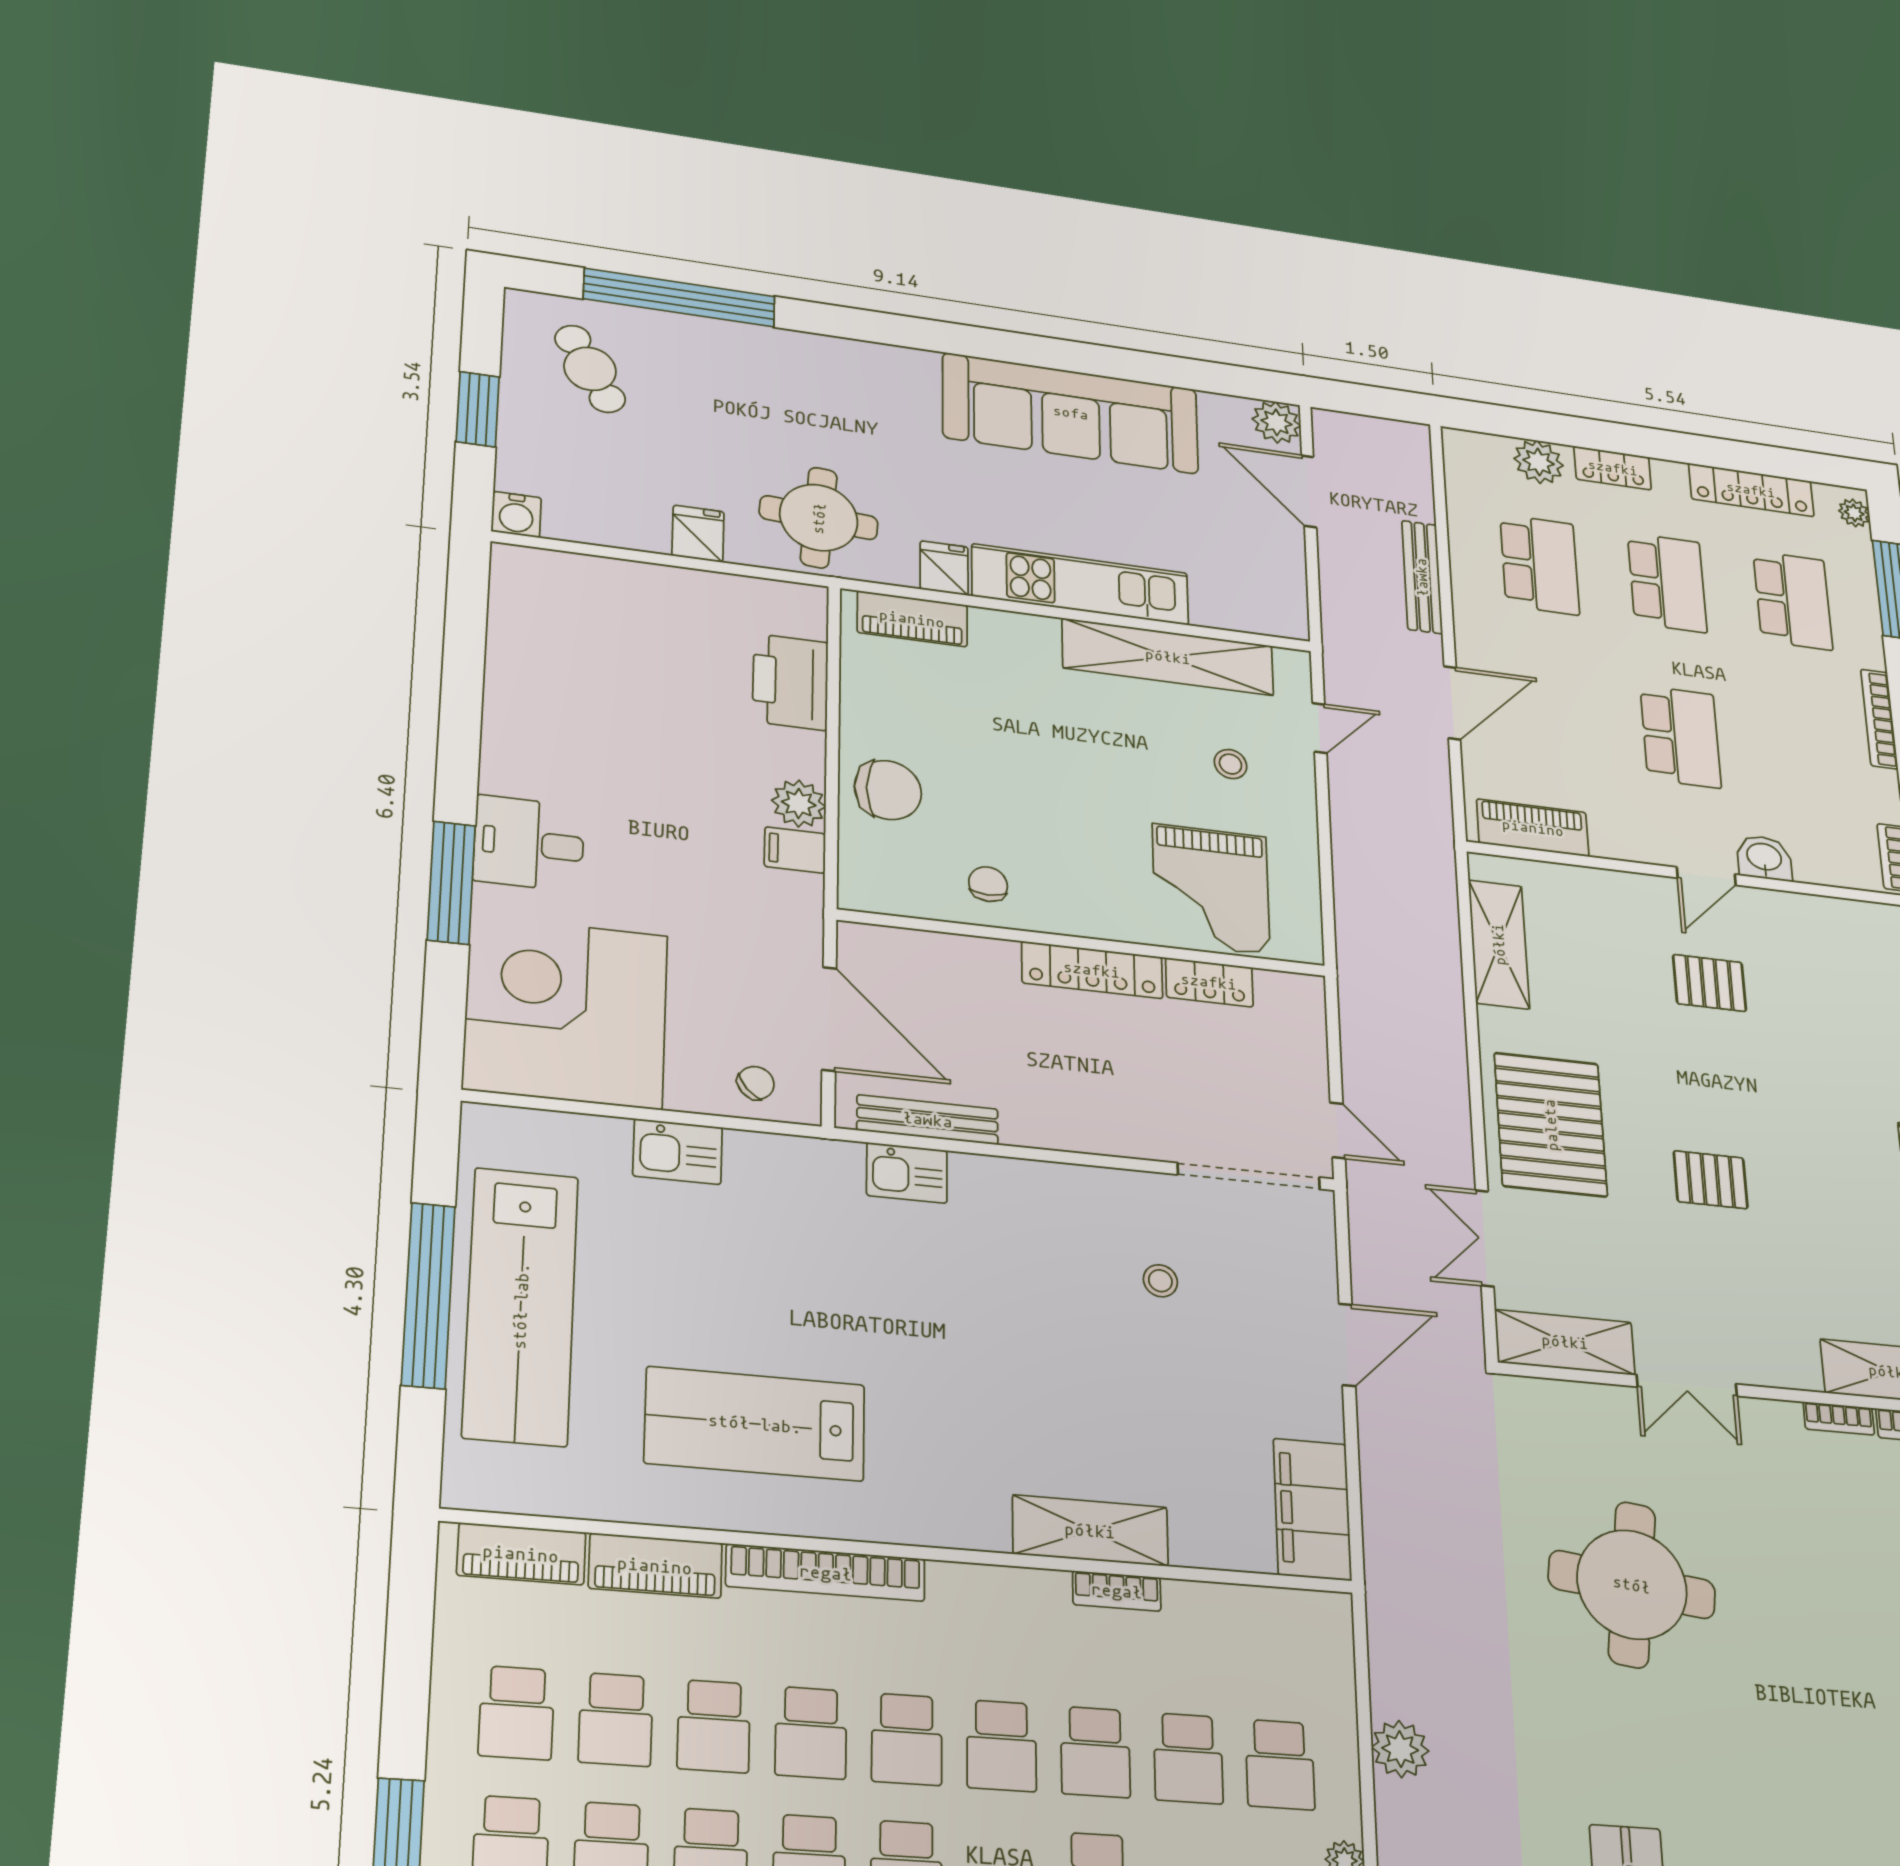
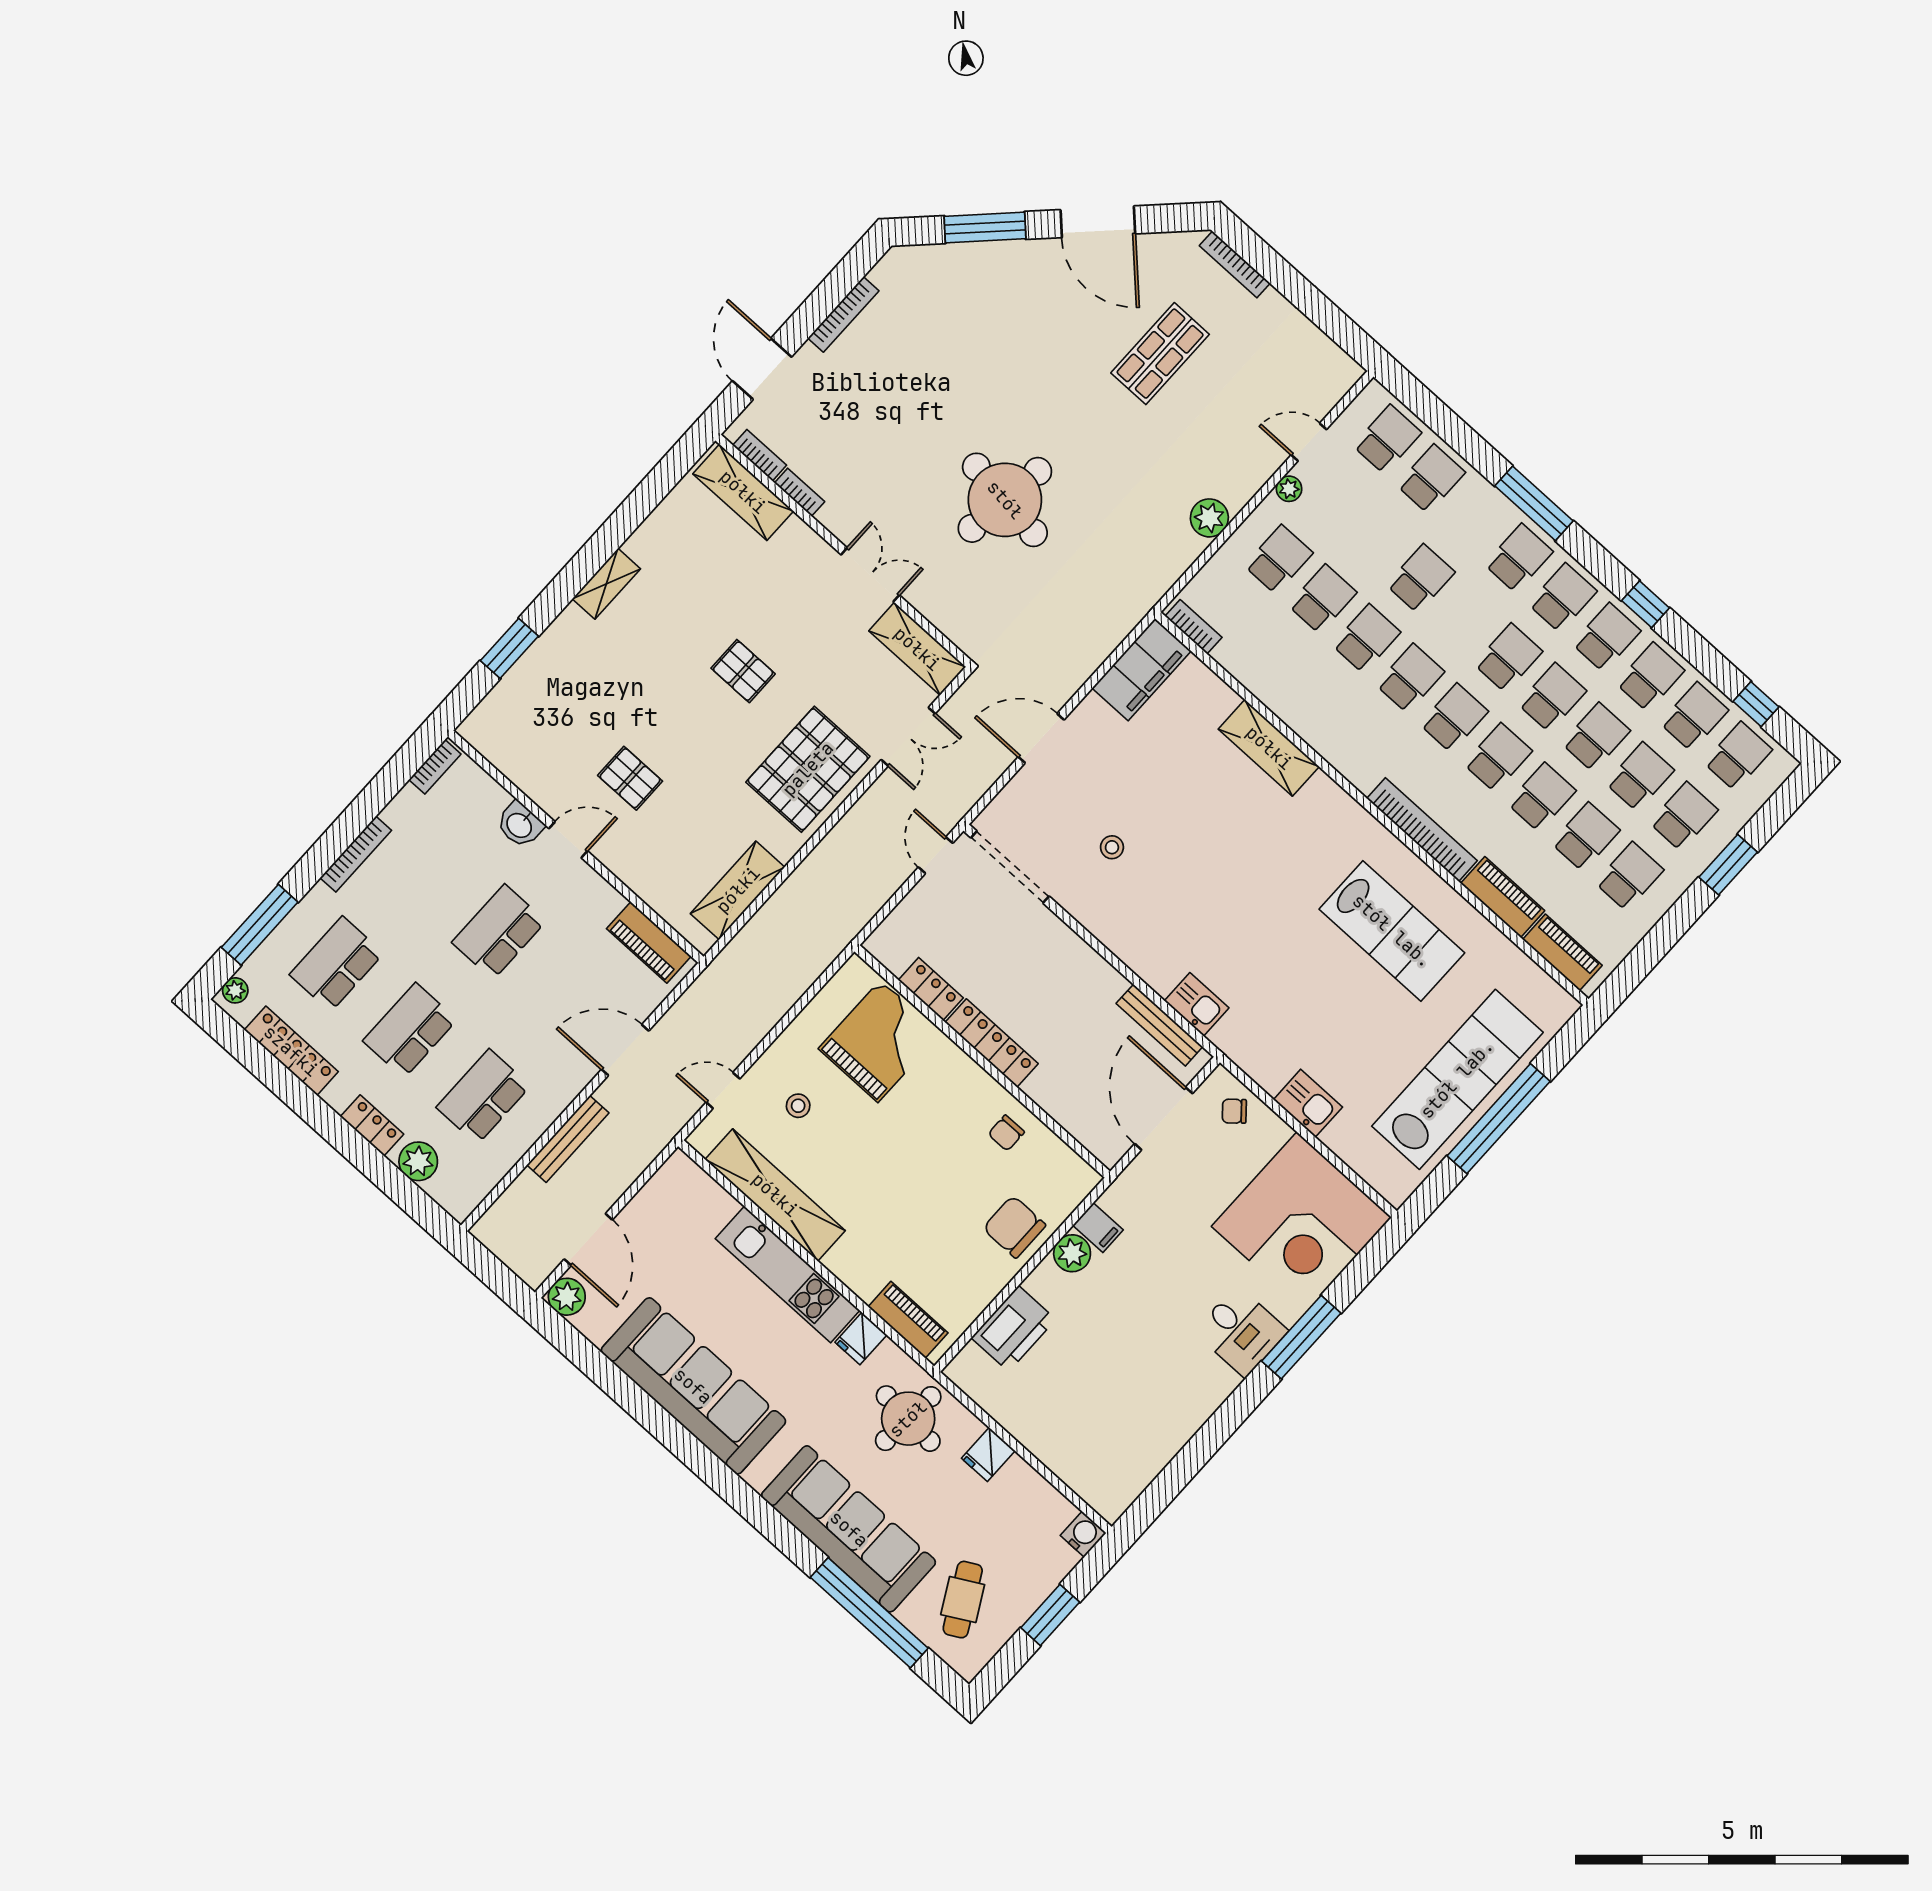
sofa: (779, 368) -> (849, 1529), added
bookcase: (1117, 1591) -> (1194, 627), moved

